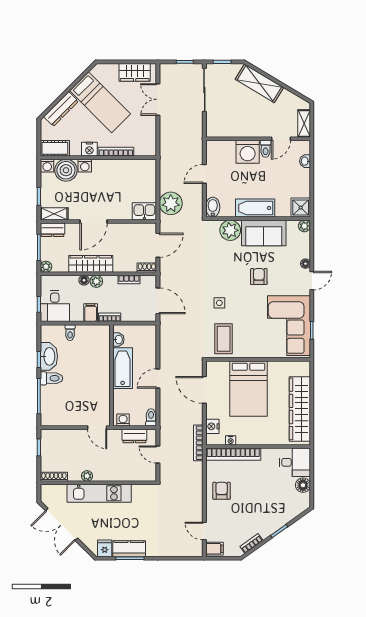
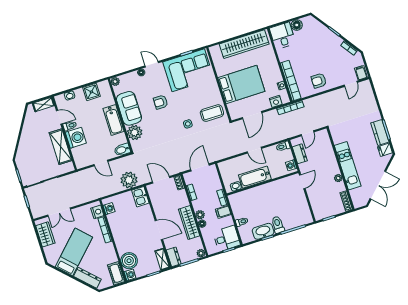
shelving: (259, 83) -> (61, 147), moved, turned -31
nightstand: (89, 149) -> (97, 212), moved
washing machine: (85, 166) -> (109, 209), moved
shower: (301, 208) -> (91, 92), moved

